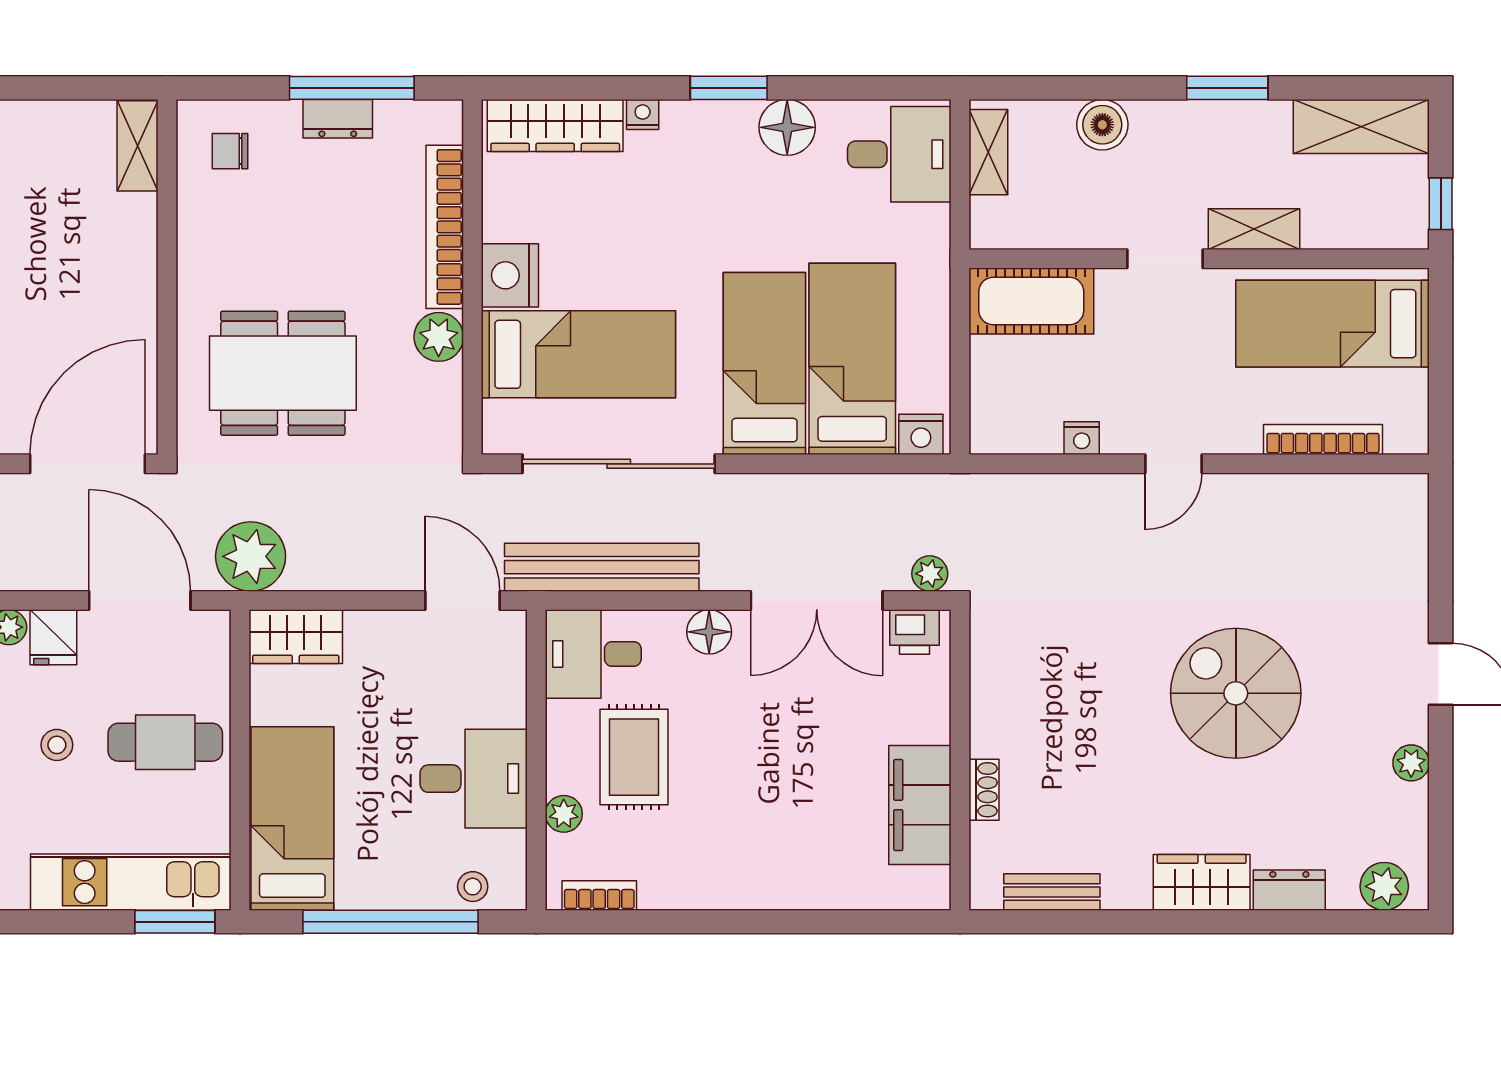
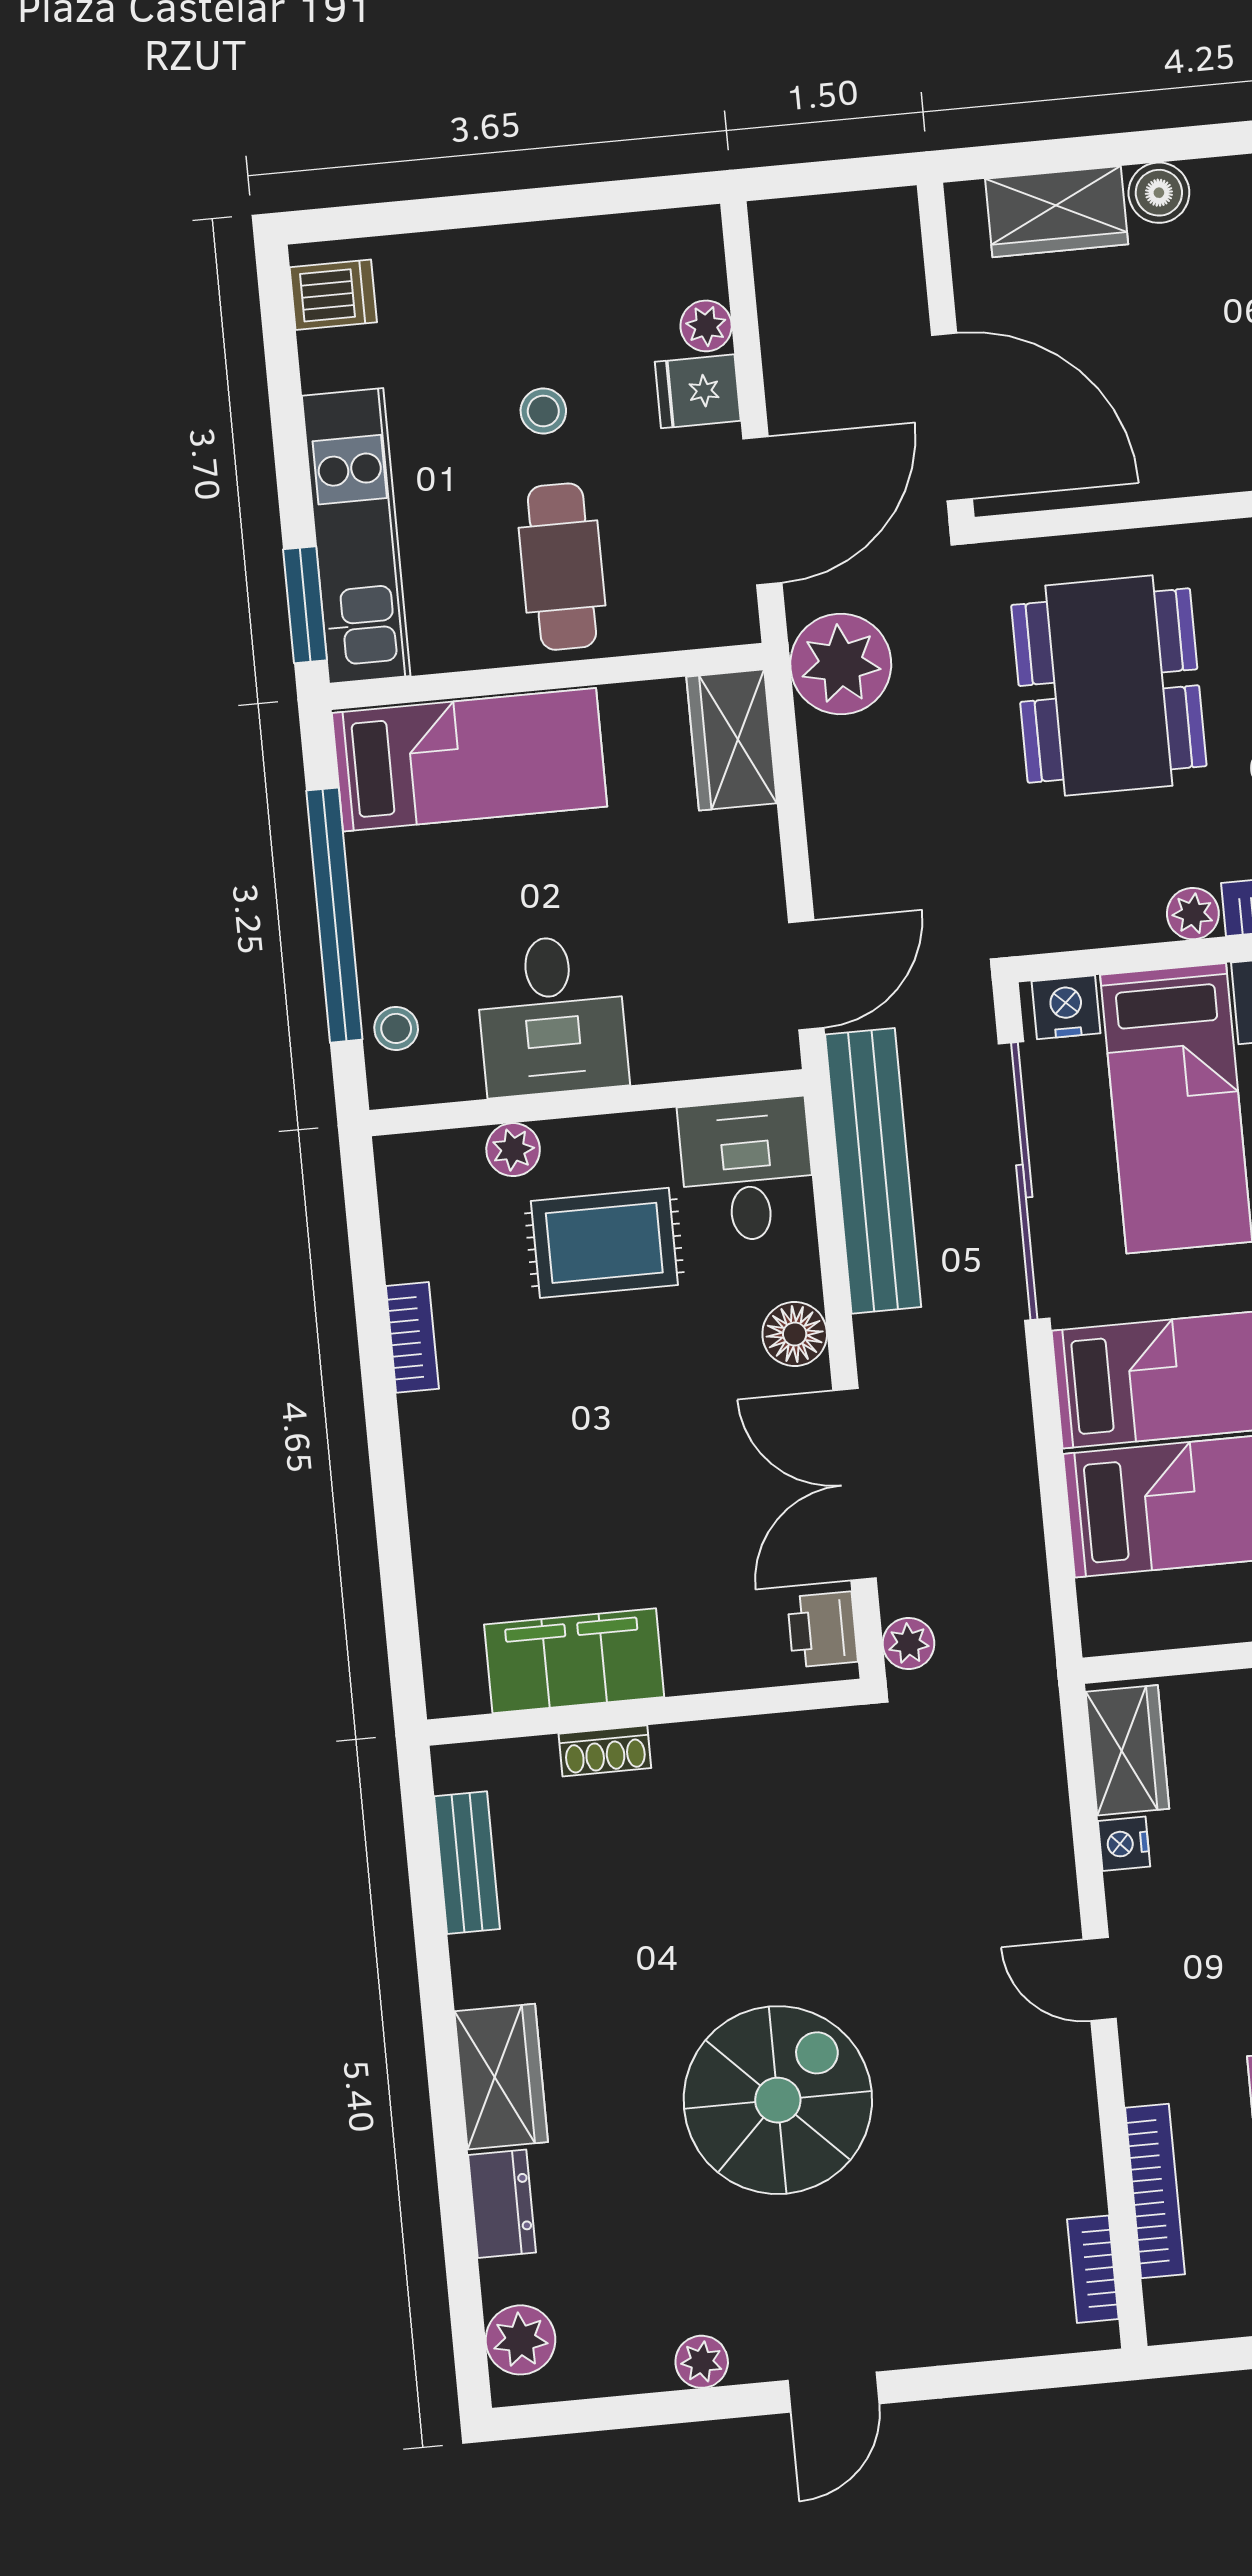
plant: (439, 337) -> (1193, 914), width x0.73, depth x0.73
wardrobe: (1018, 430) -> (1127, 1750), added
nightstand: (921, 434) -> (1066, 1007), moved, turned 90
bookcase: (1373, 487) -> (1093, 2269), added
bookcase: (599, 895) -> (412, 1337), moved

